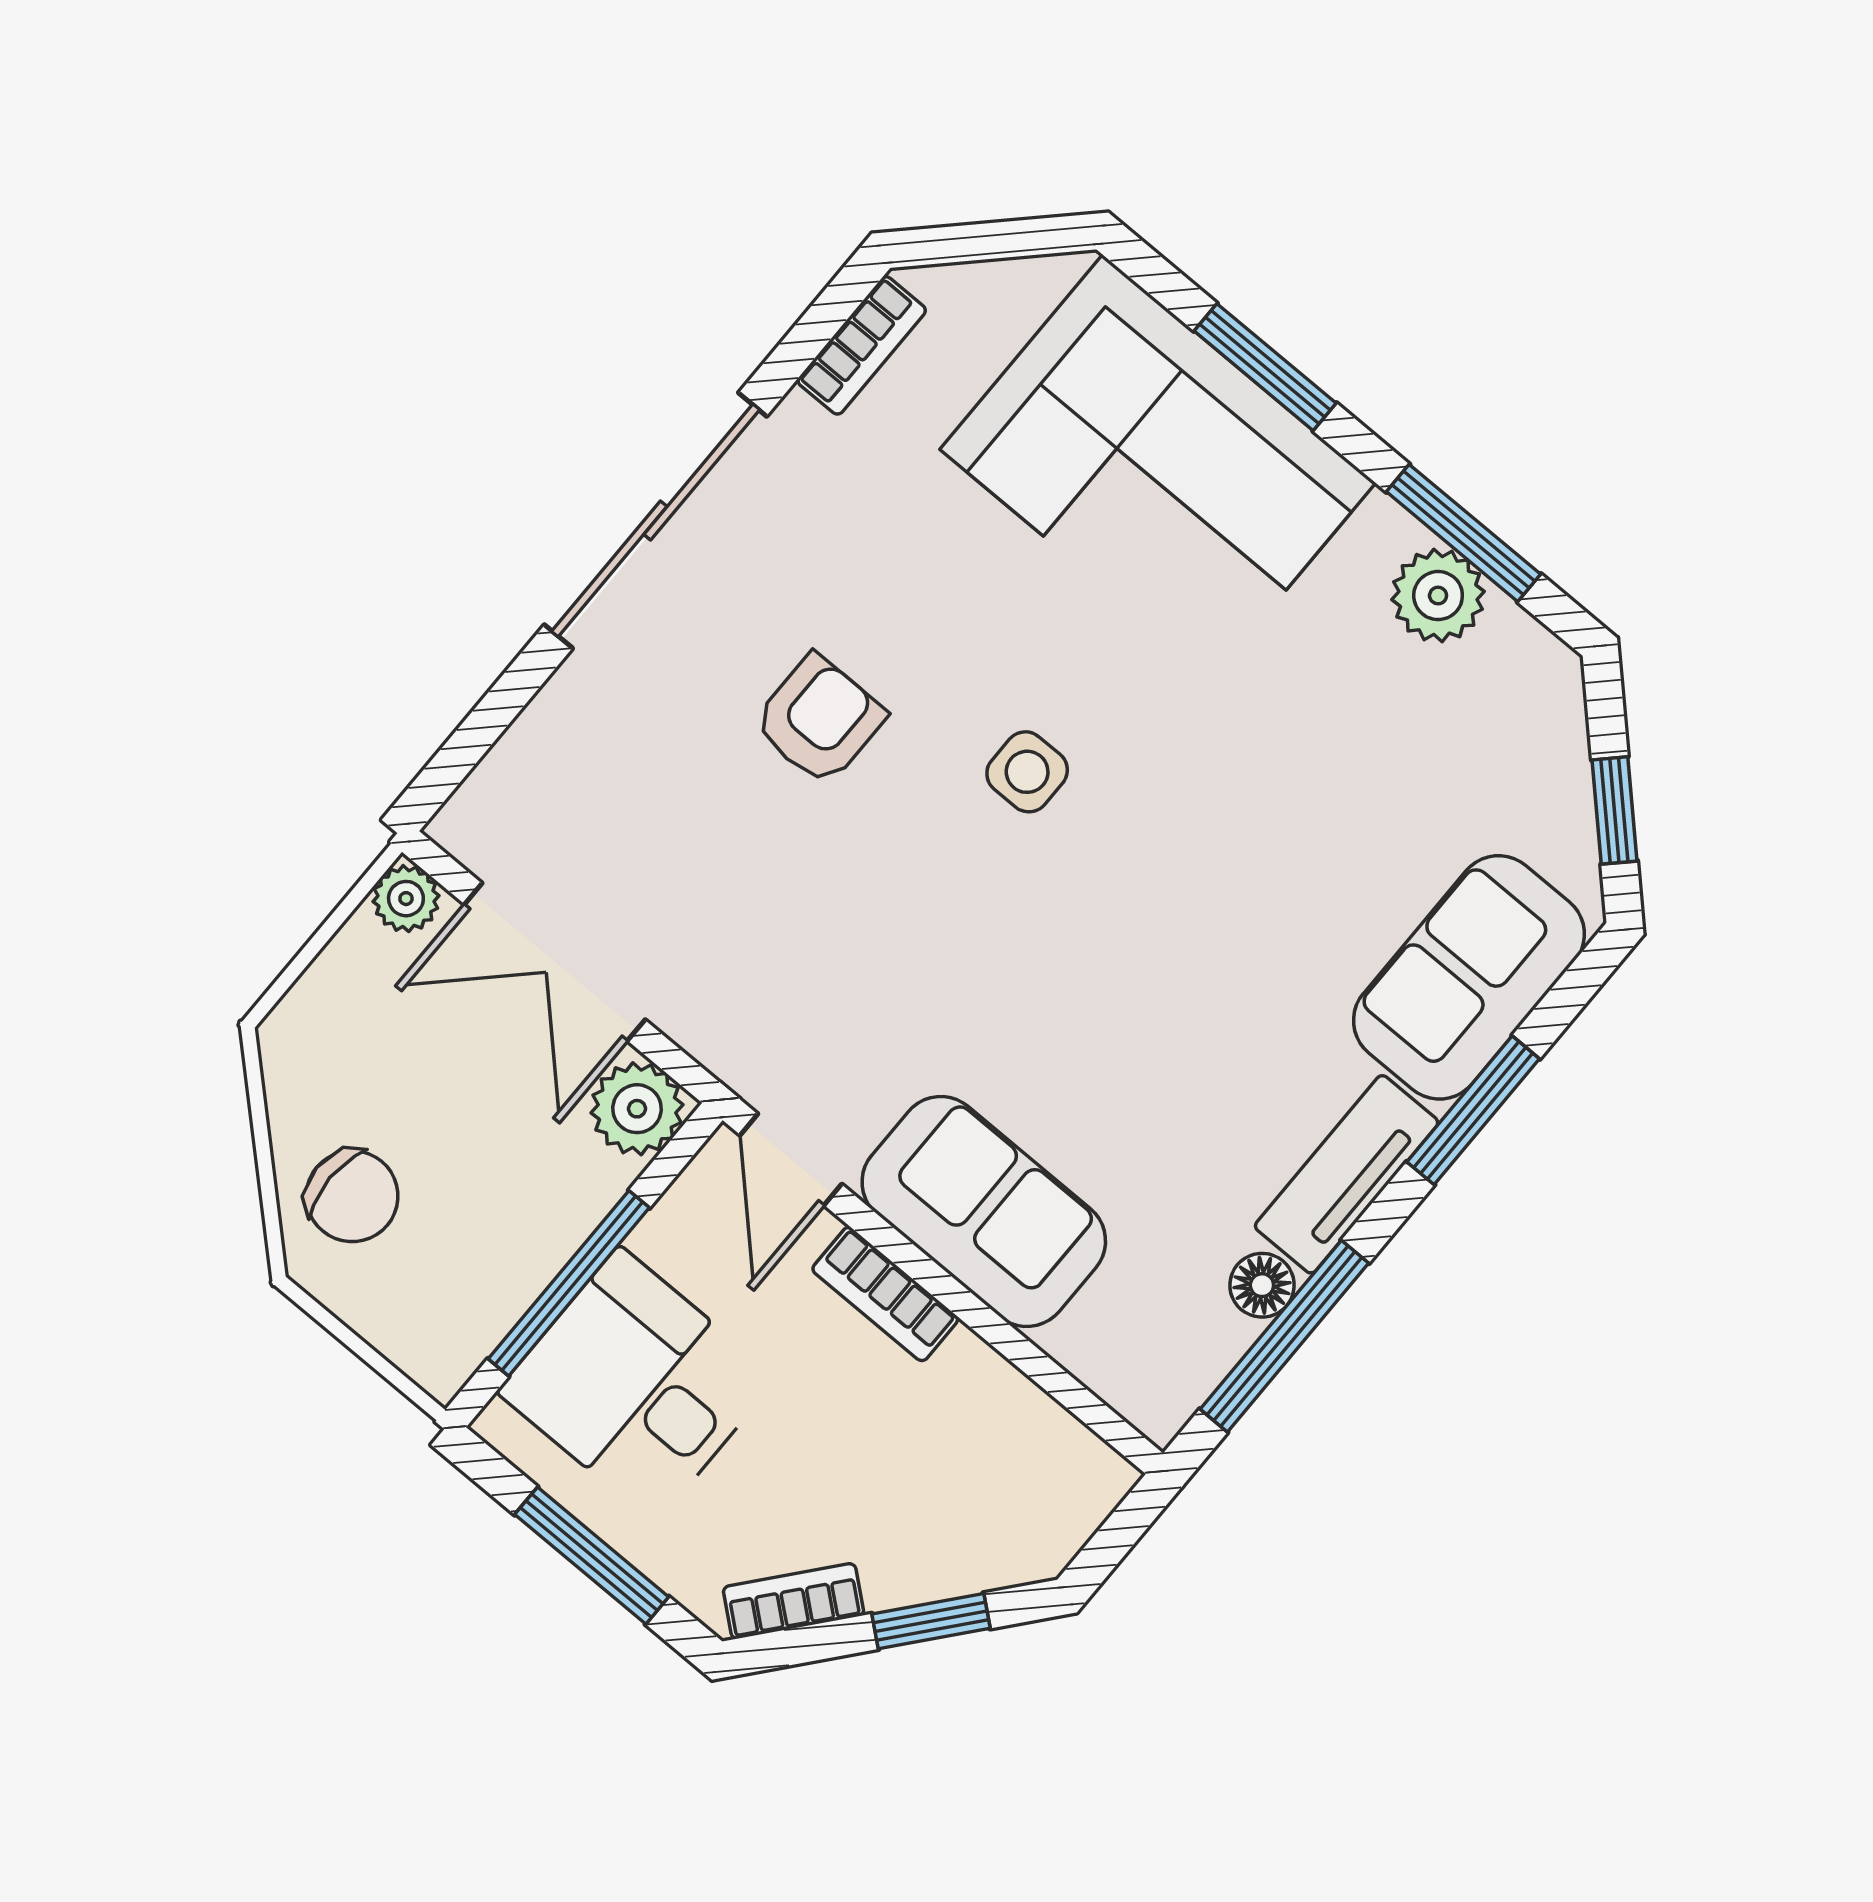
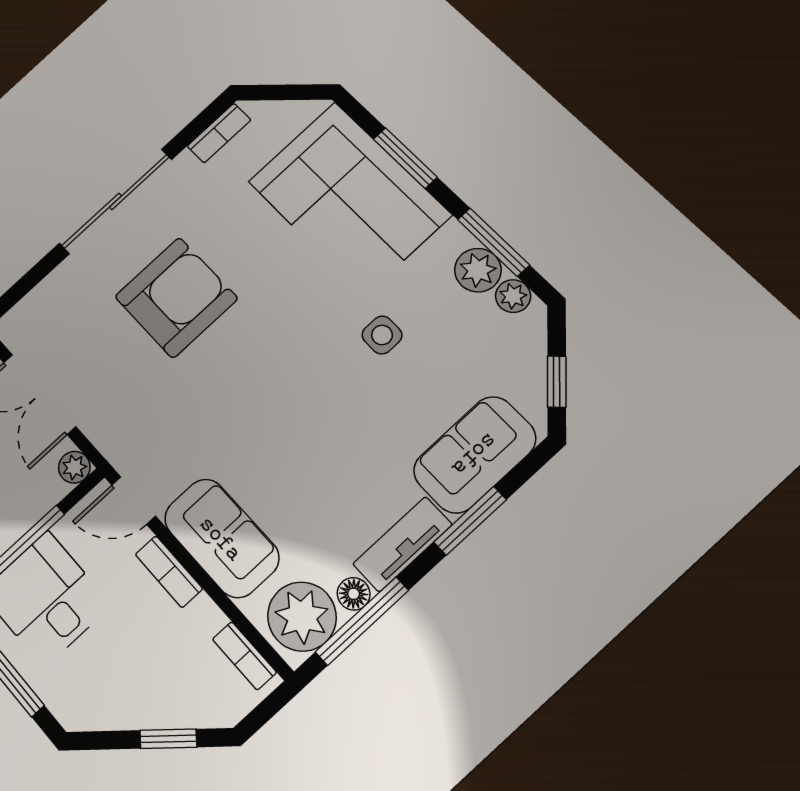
plant: (1513, 643) -> (513, 296), added
armchair: (819, 720) -> (176, 298), width x1.88, depth x1.88
side table: (1027, 772) -> (382, 335), moved
plant: (637, 1109) -> (74, 467), width x0.73, depth x0.73
door: (791, 1160) -> (134, 501), hinge flipped
plant: (1165, 1344) -> (302, 617), added
bookcase: (794, 1601) -> (244, 656), moved, turned -130

